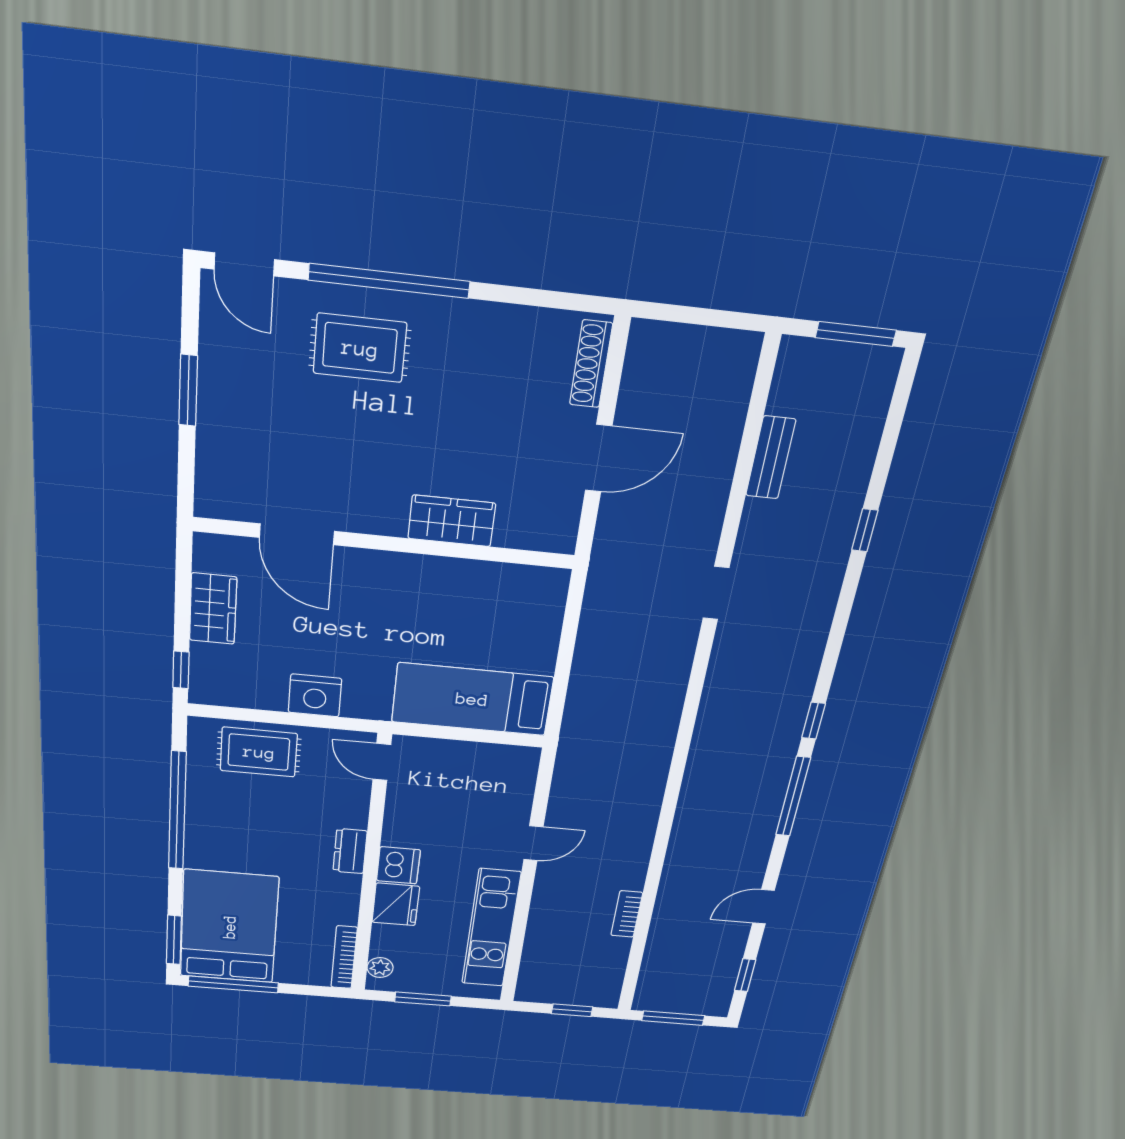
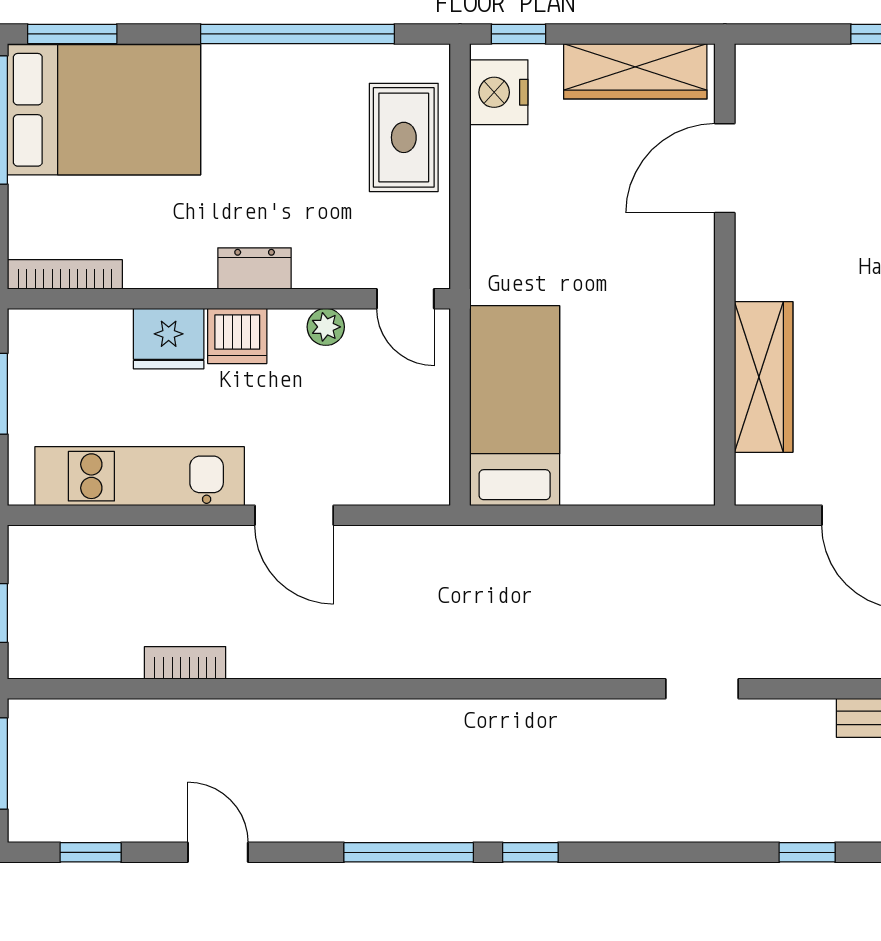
wardrobe: (452, 521) -> (764, 377), width x1.50
wardrobe: (213, 609) -> (635, 71), width x1.50
nightstand: (315, 695) -> (499, 92), moved
door: (382, 762) -> (405, 299), swing flipped
door: (533, 843) -> (294, 515), width x1.38
plant: (380, 968) -> (326, 327), moved

